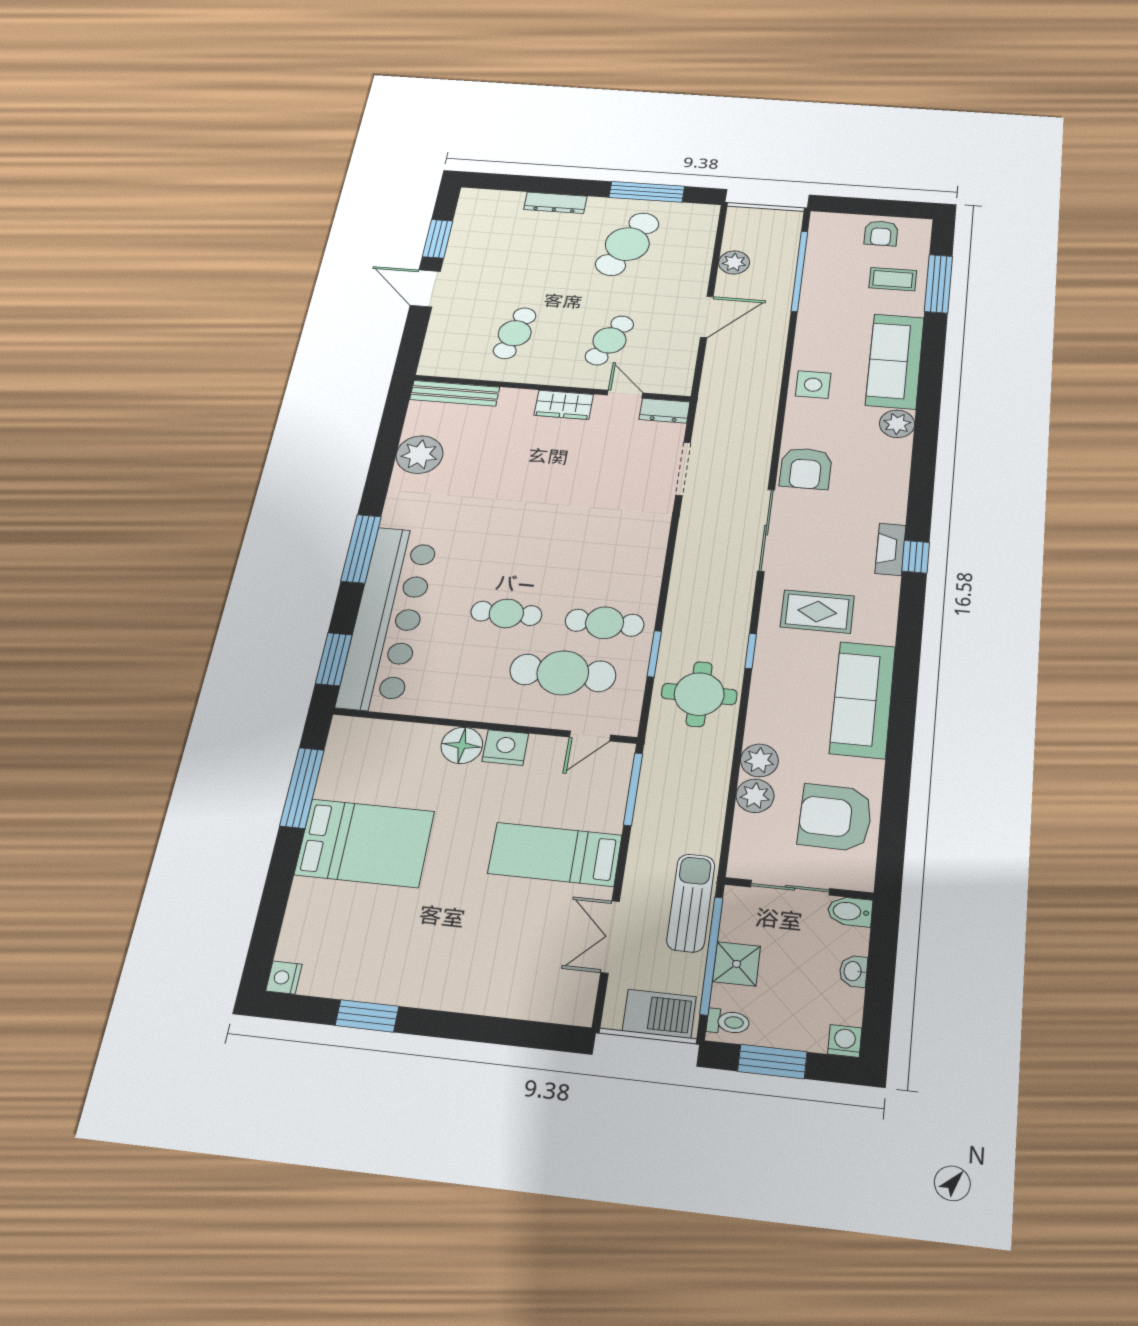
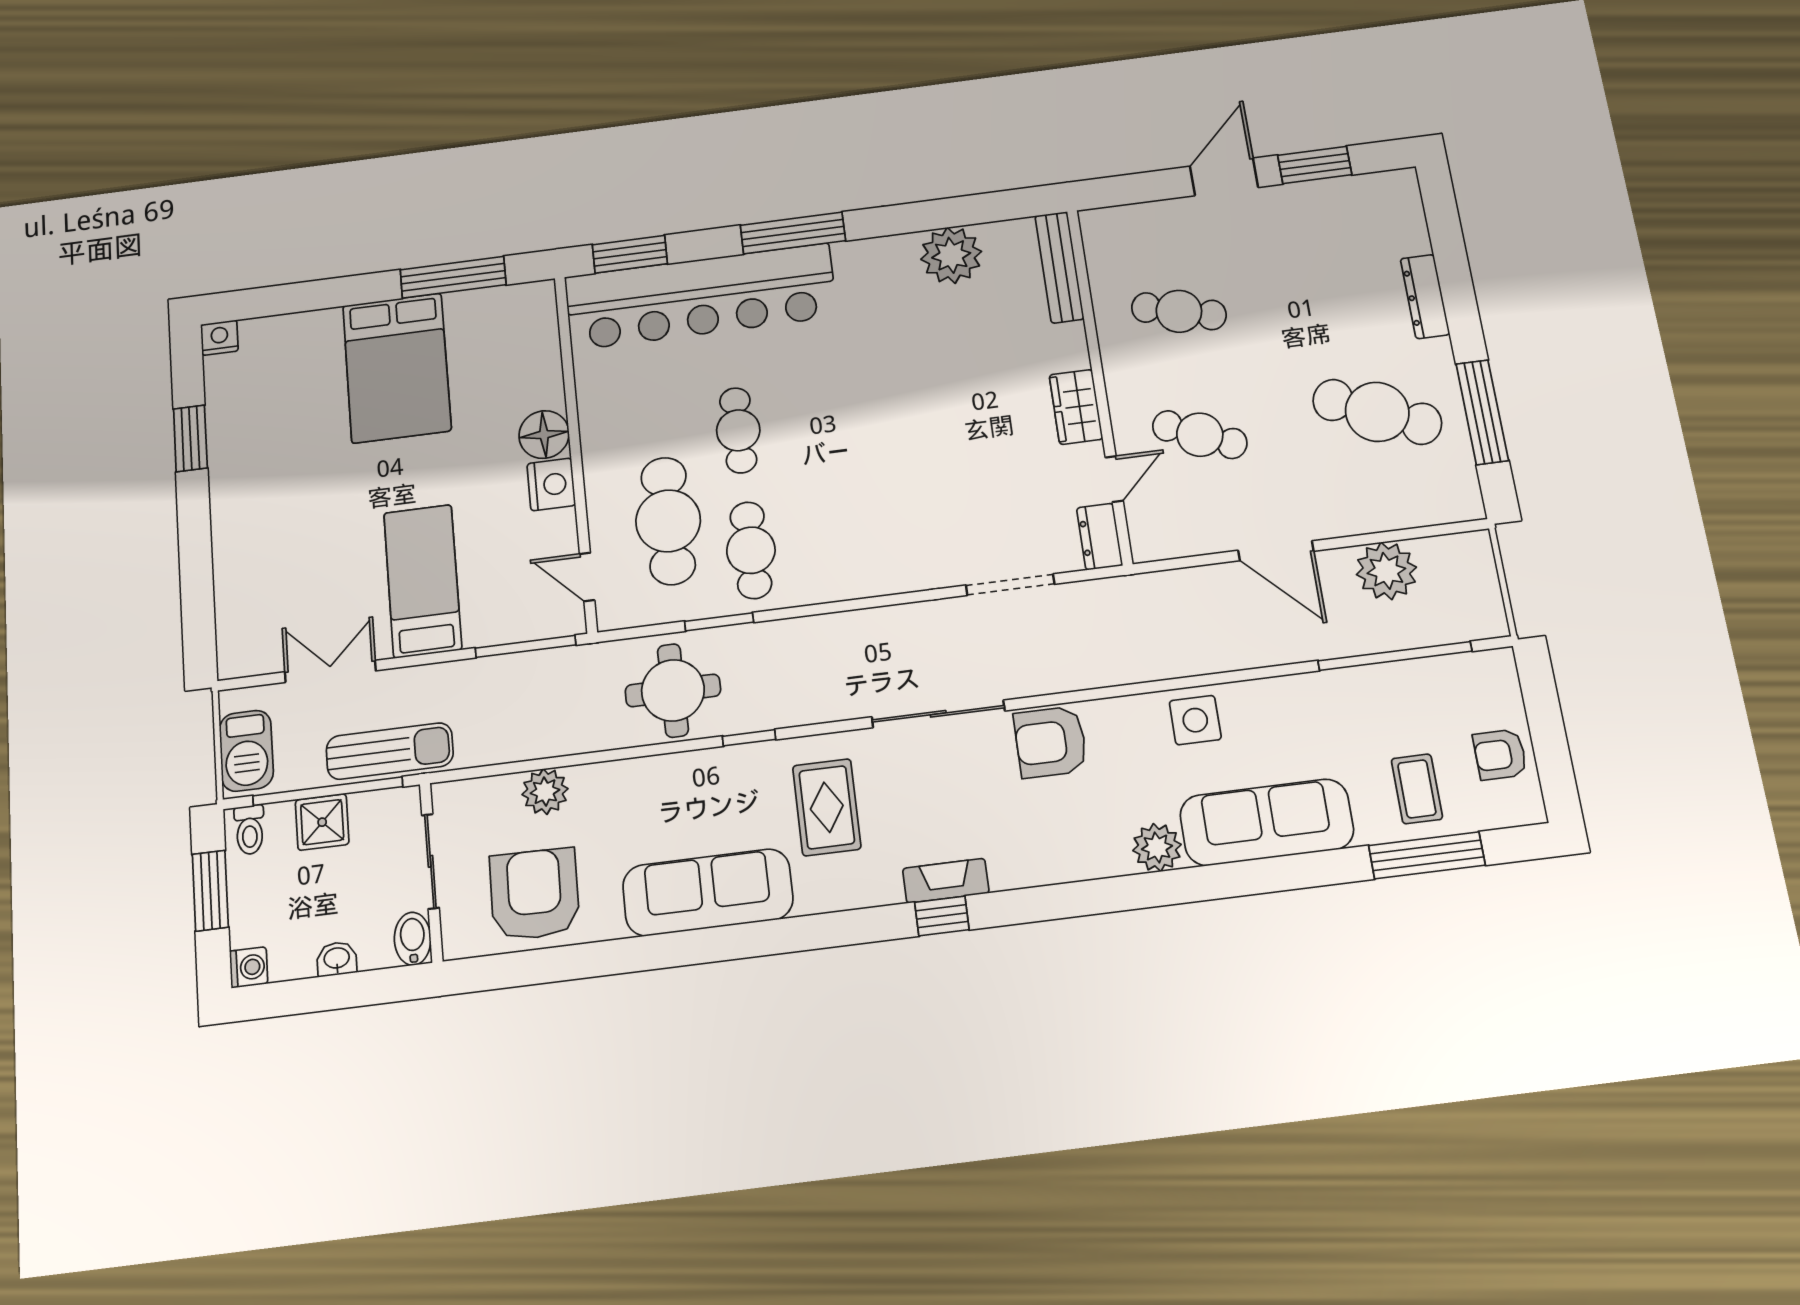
plant: (734, 262) -> (1386, 571), width x1.36, depth x1.36
plant: (759, 760) -> (595, 785), removed

